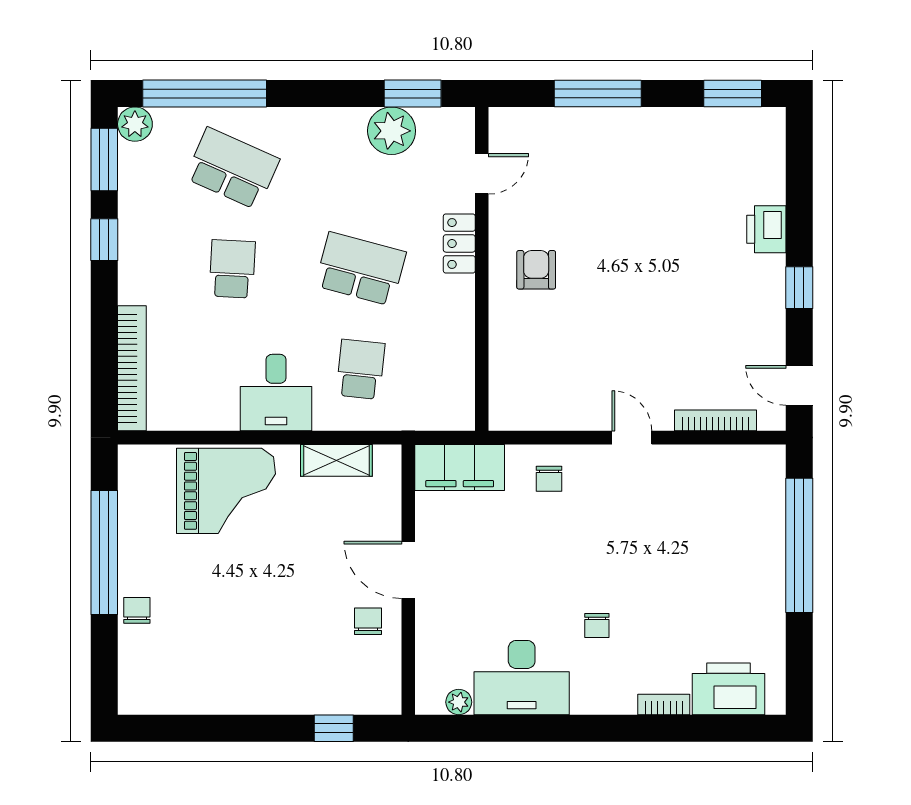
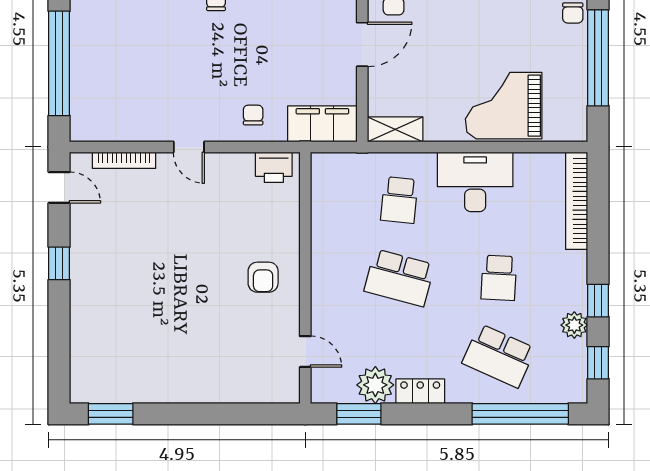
window: (598, 93) -> (215, 414), removed
plant: (135, 124) -> (574, 325), moved
window: (104, 159) -> (598, 363), width x0.67
door: (482, 174) -> (305, 352), swing flipped
printer: (766, 229) -> (274, 167), moved, turned 90
locker: (459, 243) -> (420, 391), moved, turned -90
desk: (276, 393) -> (475, 182), width x1.37
shelving: (336, 460) -> (395, 129), moved
door: (408, 570) -> (362, 44), hinge flipped

